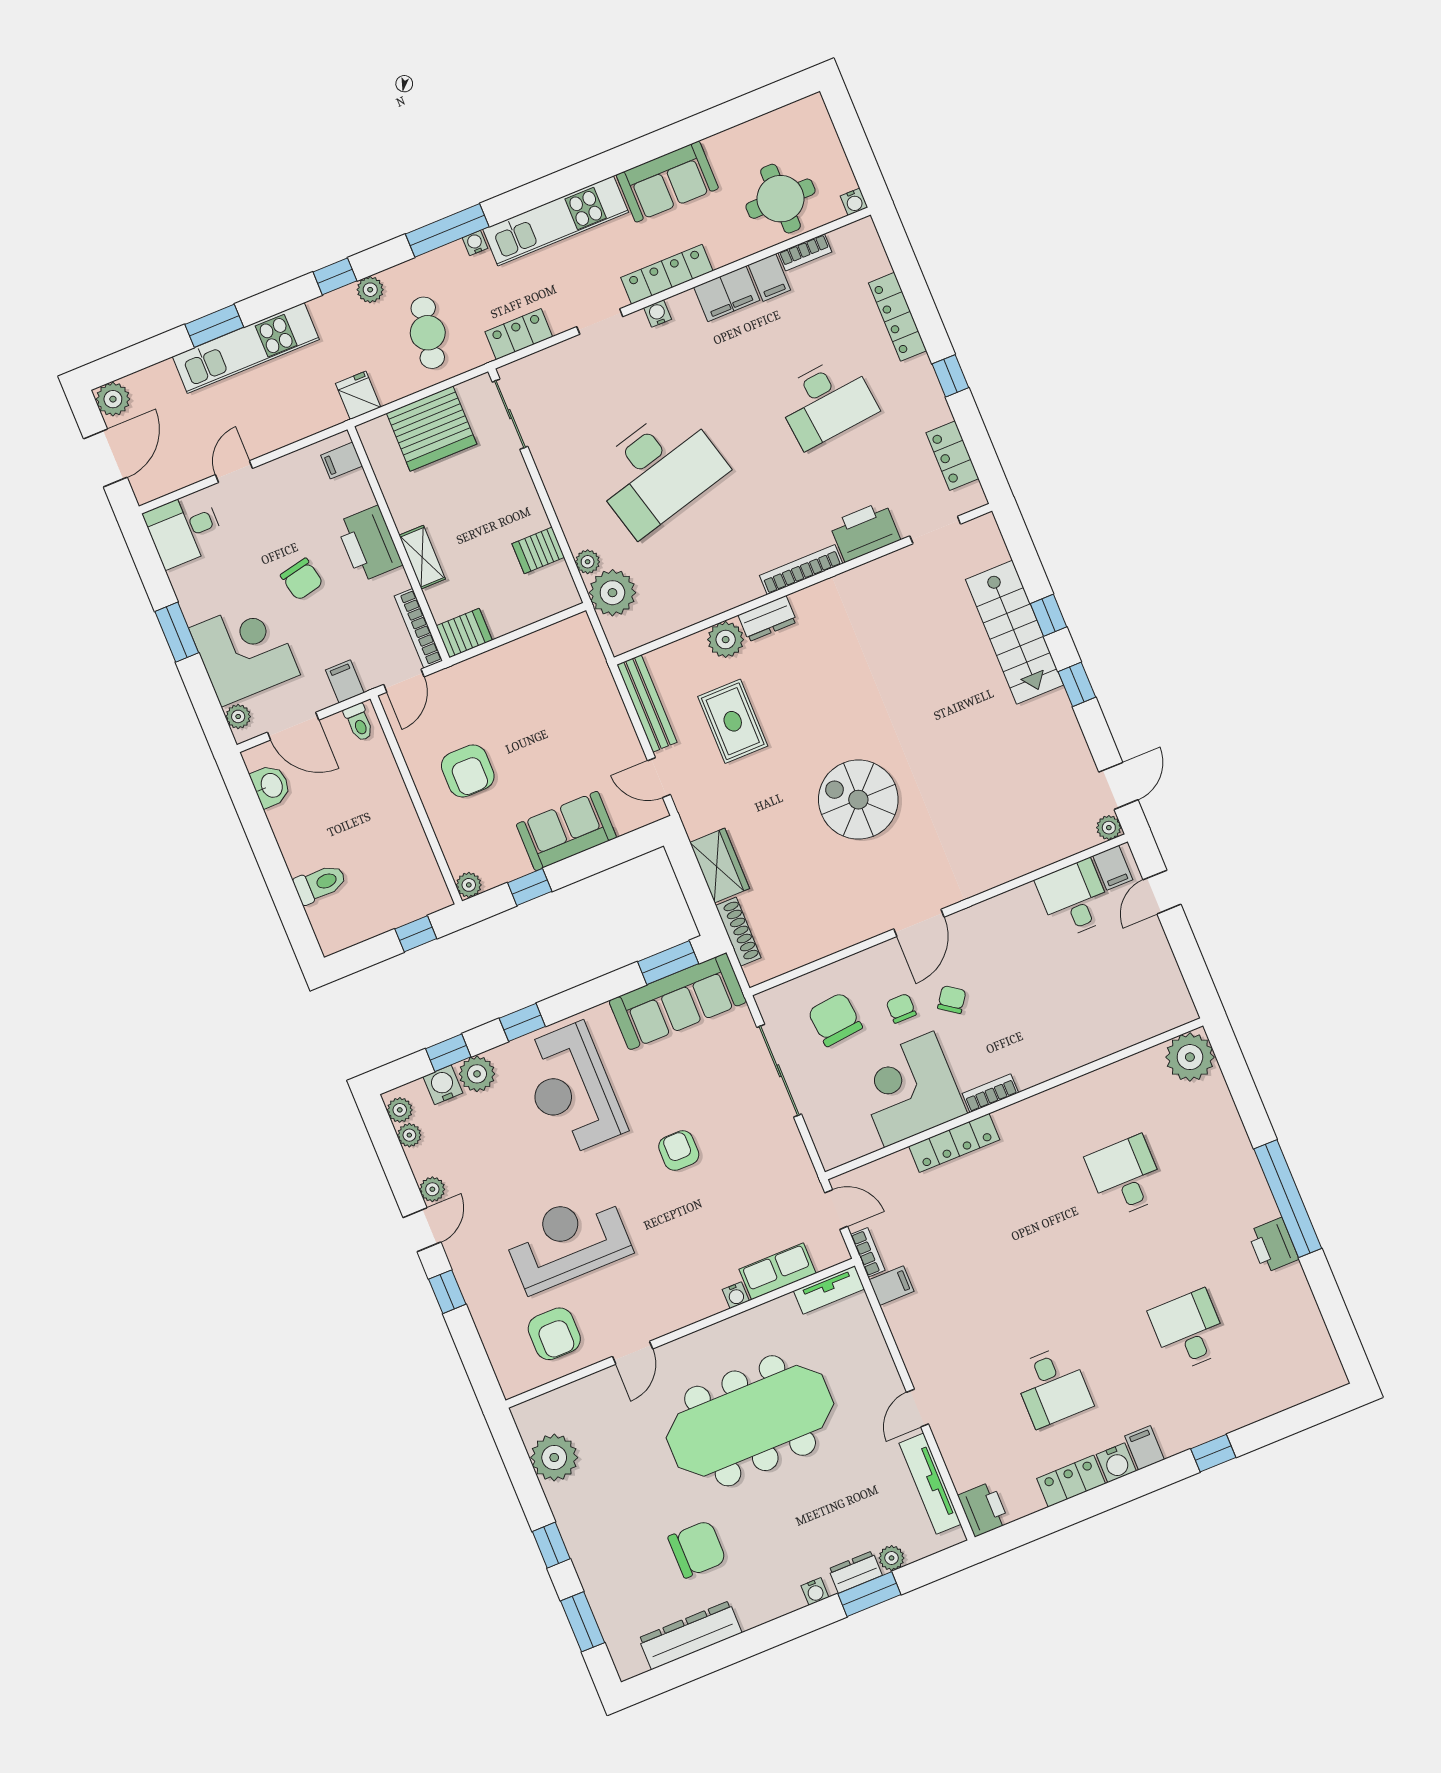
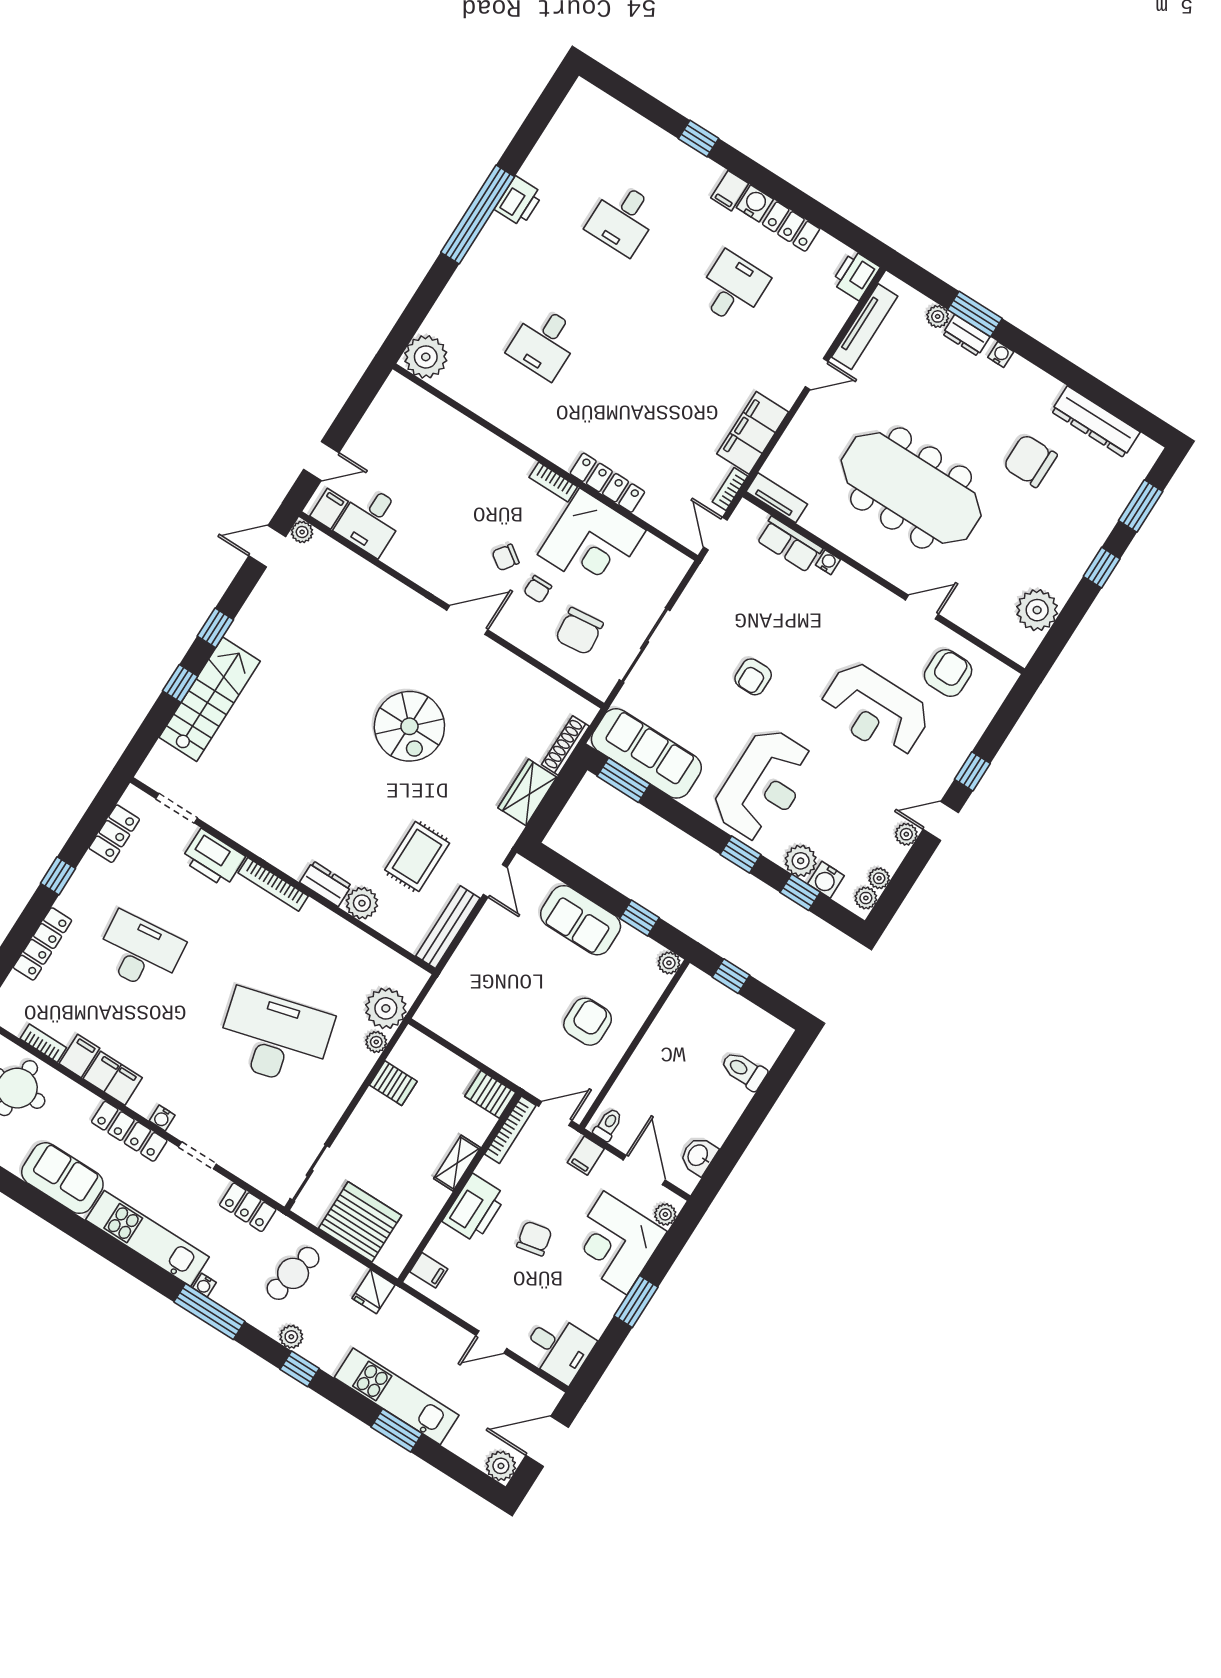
filing cabinet: (891, 1286) -> (753, 433), width x3.00, depth x1.17

